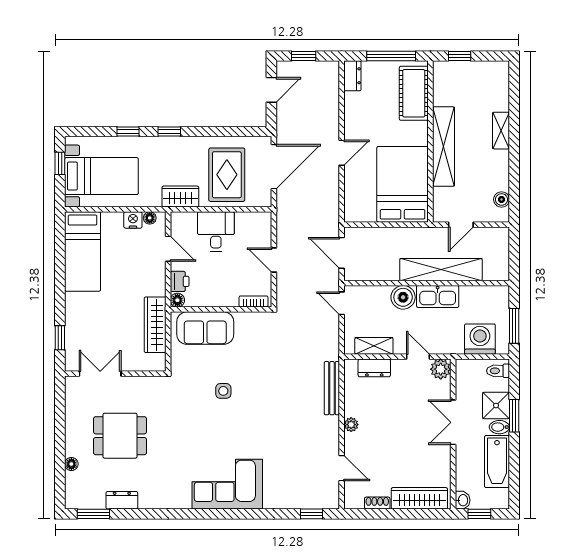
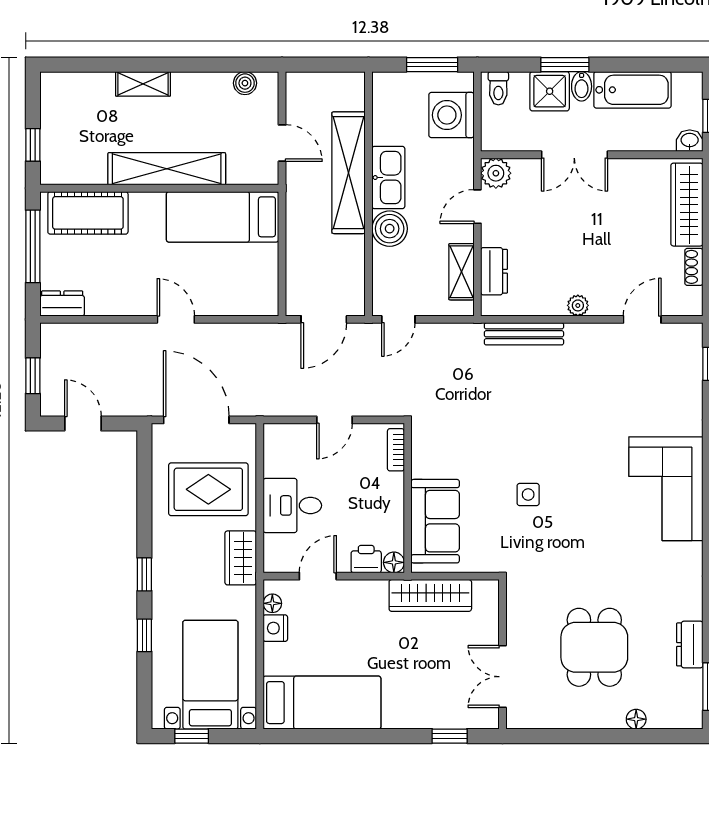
bed: (403, 184) -> (223, 217), width x0.67

